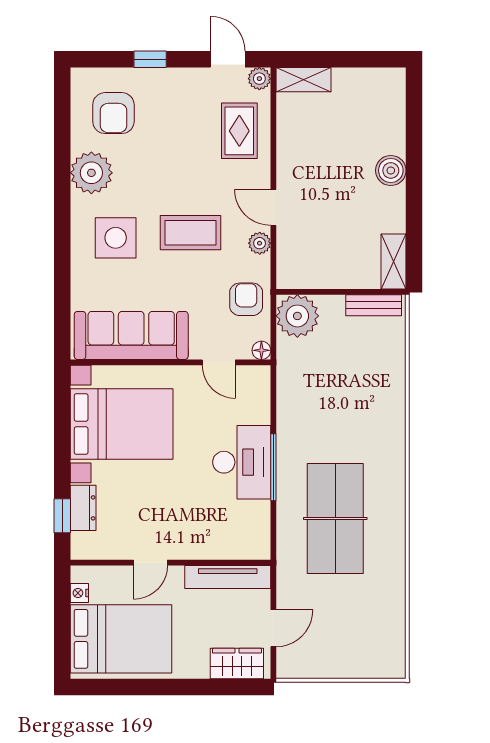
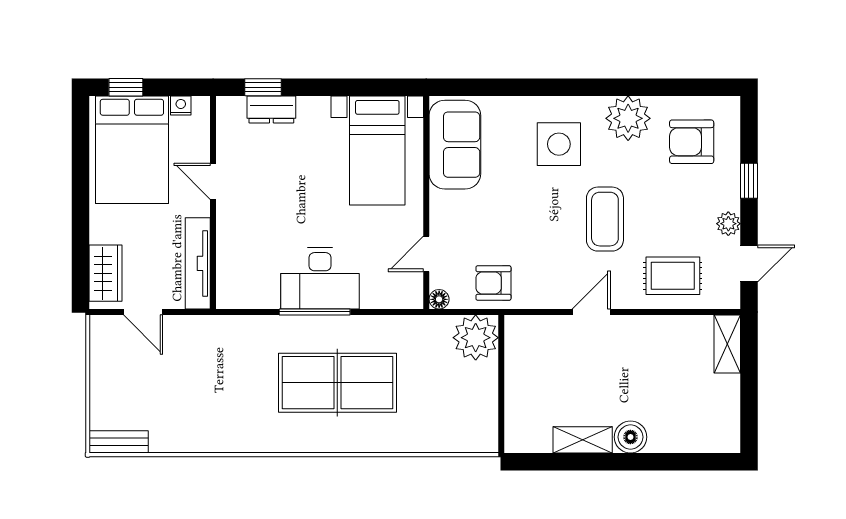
plant: (259, 79) -> (728, 224), moved
coffee table: (191, 233) -> (605, 219), moved
plant: (260, 243) -> (553, 297), removed
shelving: (394, 262) -> (583, 440), moved
armchair: (246, 299) -> (493, 283), turned 180
bench: (374, 305) -> (119, 442), moved, turned 90
sofa: (131, 335) -> (455, 145), width x0.73
bed with nightstands: (122, 424) -> (377, 150), width x0.73
table tennis table: (335, 518) -> (337, 383), moved
window: (62, 645) -> (126, 87), added

